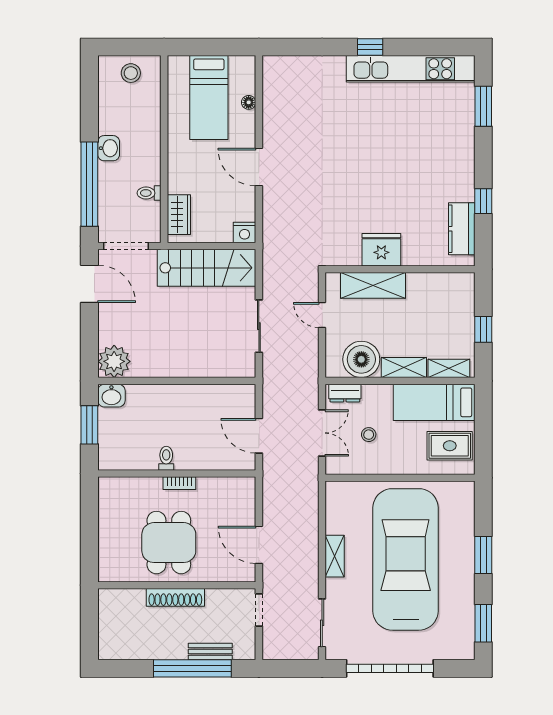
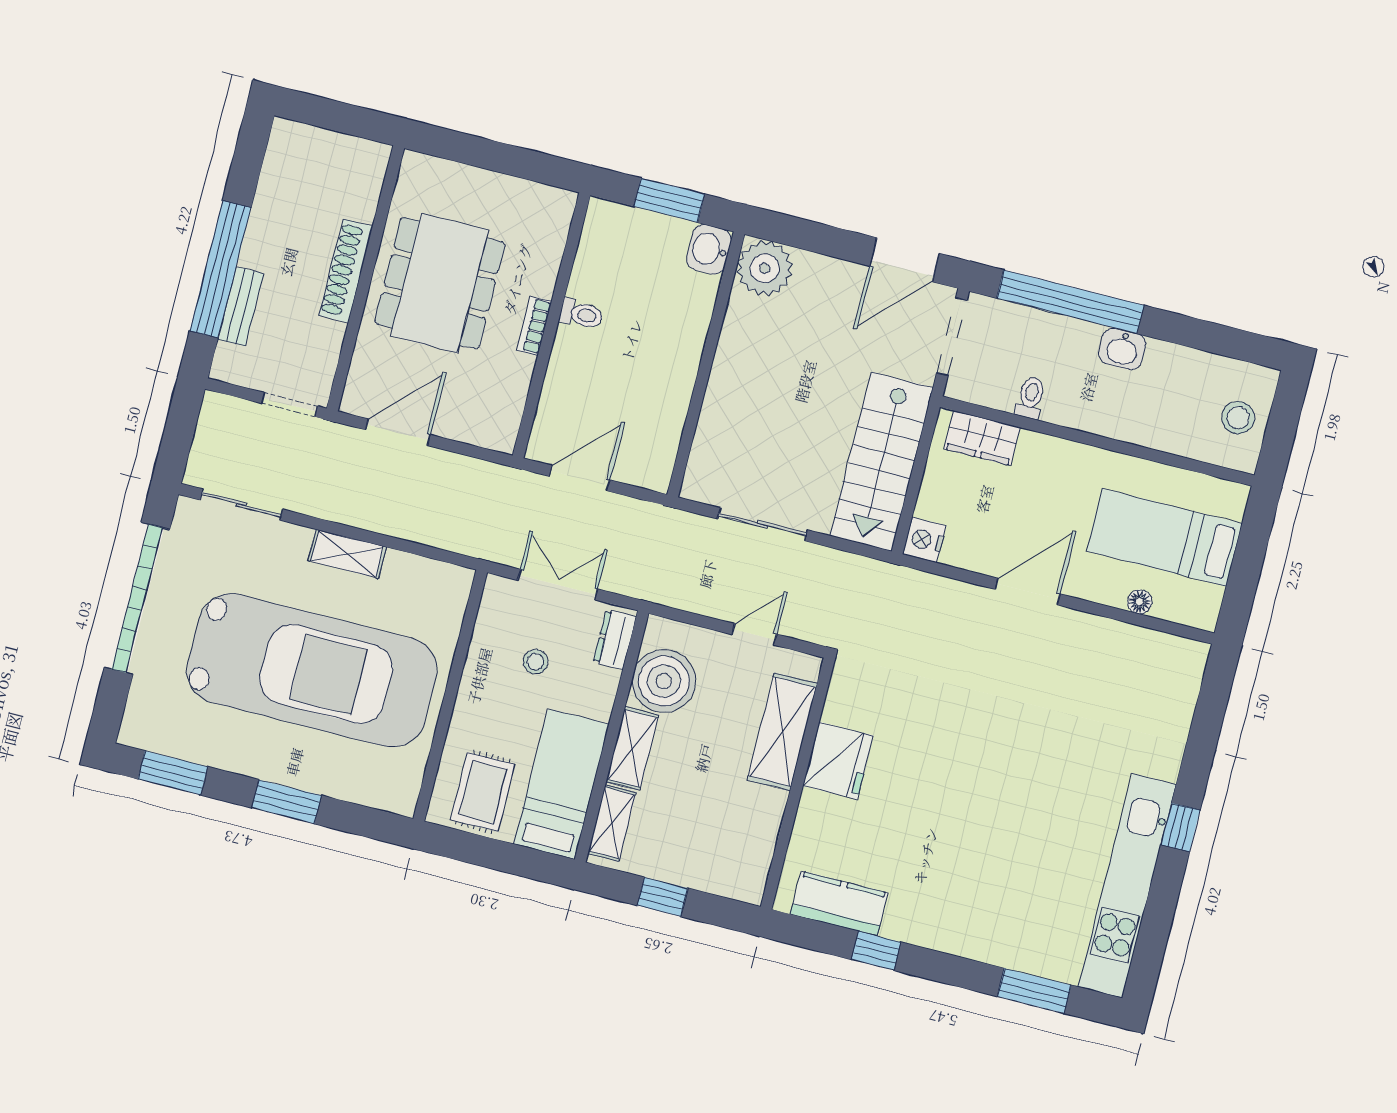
double door: (322, 433) -> (558, 585), swing flipped
dining table: (169, 543) -> (440, 283), width x1.38

